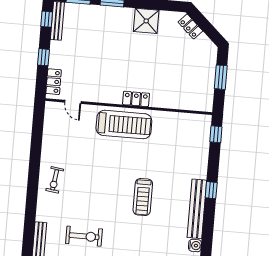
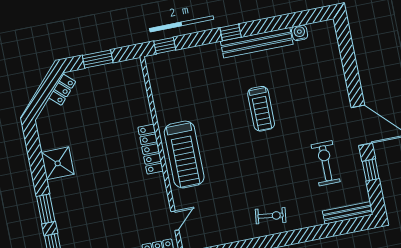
locker: (190, 26) -> (62, 90), moved
locker: (136, 99) -> (151, 149), width x1.53
treadmill: (124, 125) -> (184, 154), turned 180
treadmill: (143, 197) -> (261, 109), turned 90

